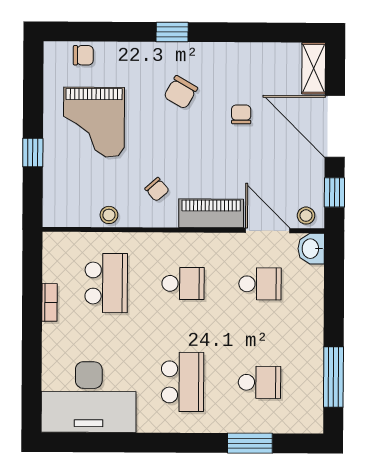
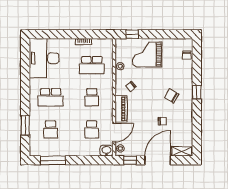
grand piano: (94, 122) -> (147, 54), moved
window: (33, 153) -> (132, 34), moved

